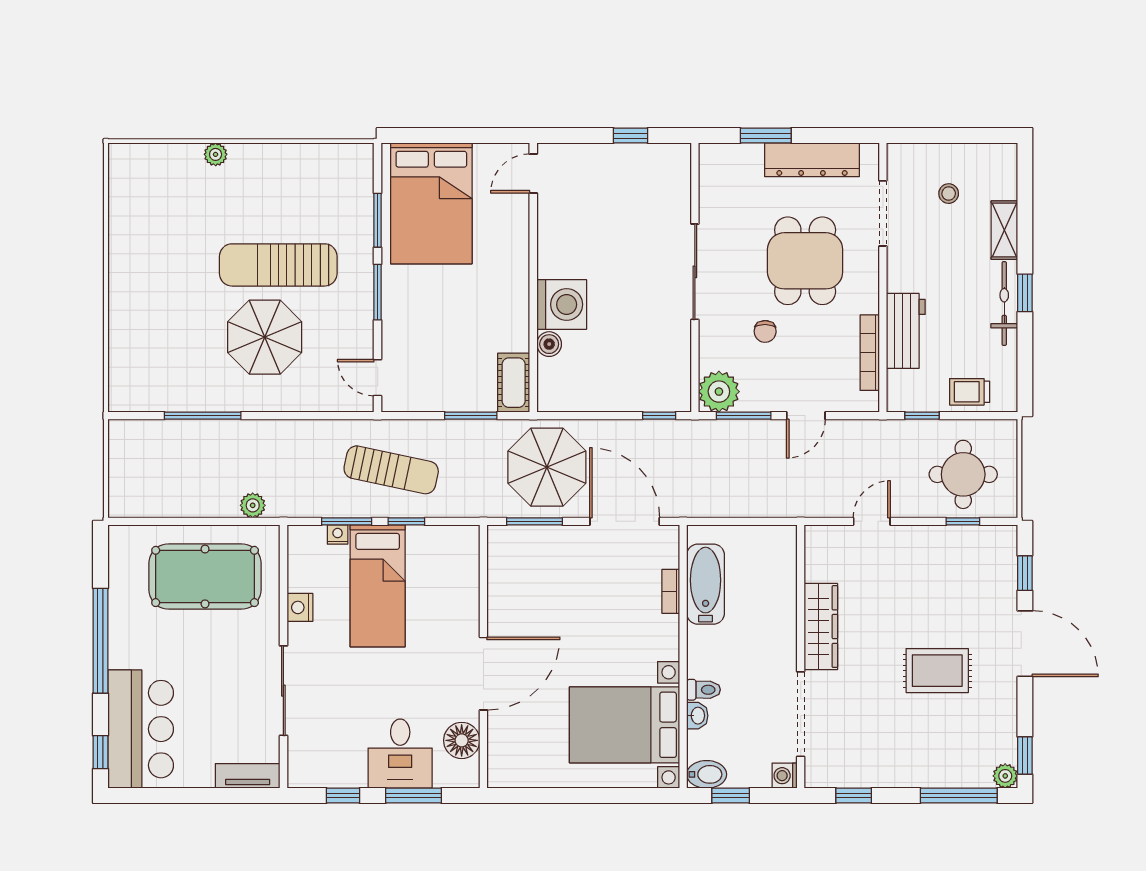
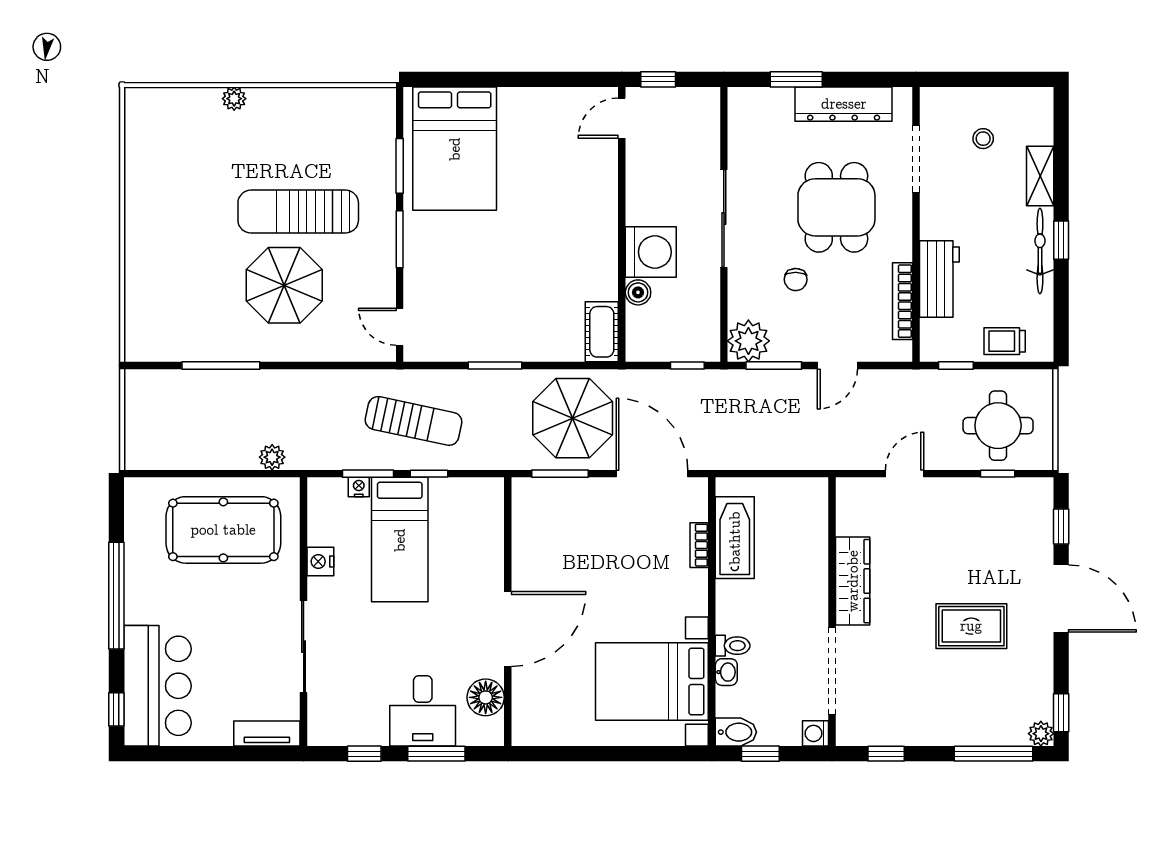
door: (533, 173) -> (622, 118), moved
wall: (533, 277) -> (622, 224), moved
washing machine: (562, 304) -> (651, 252), moved
boiler: (549, 344) -> (638, 292), moved
cot: (514, 383) -> (602, 332), moved

